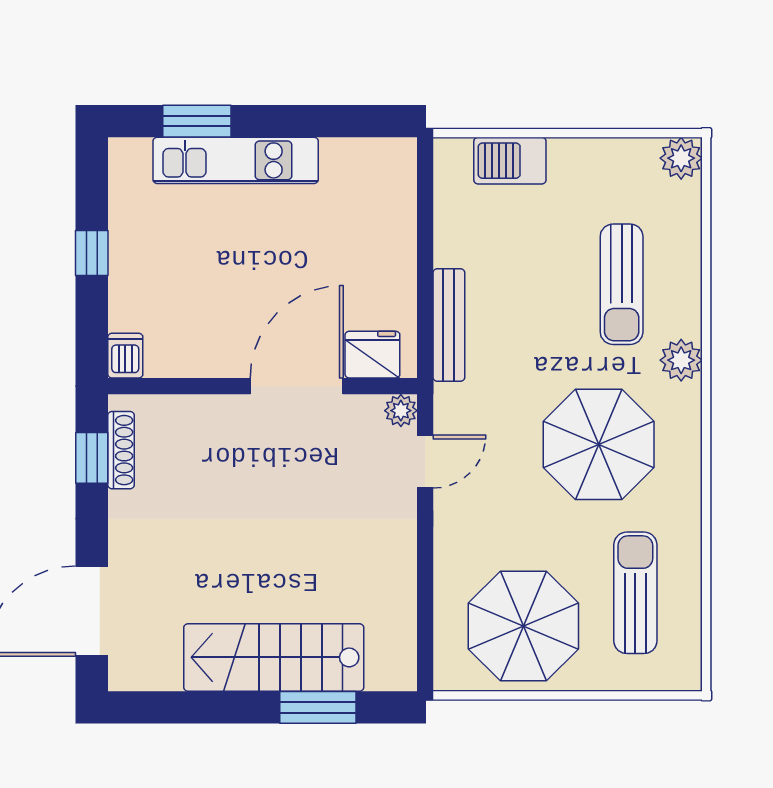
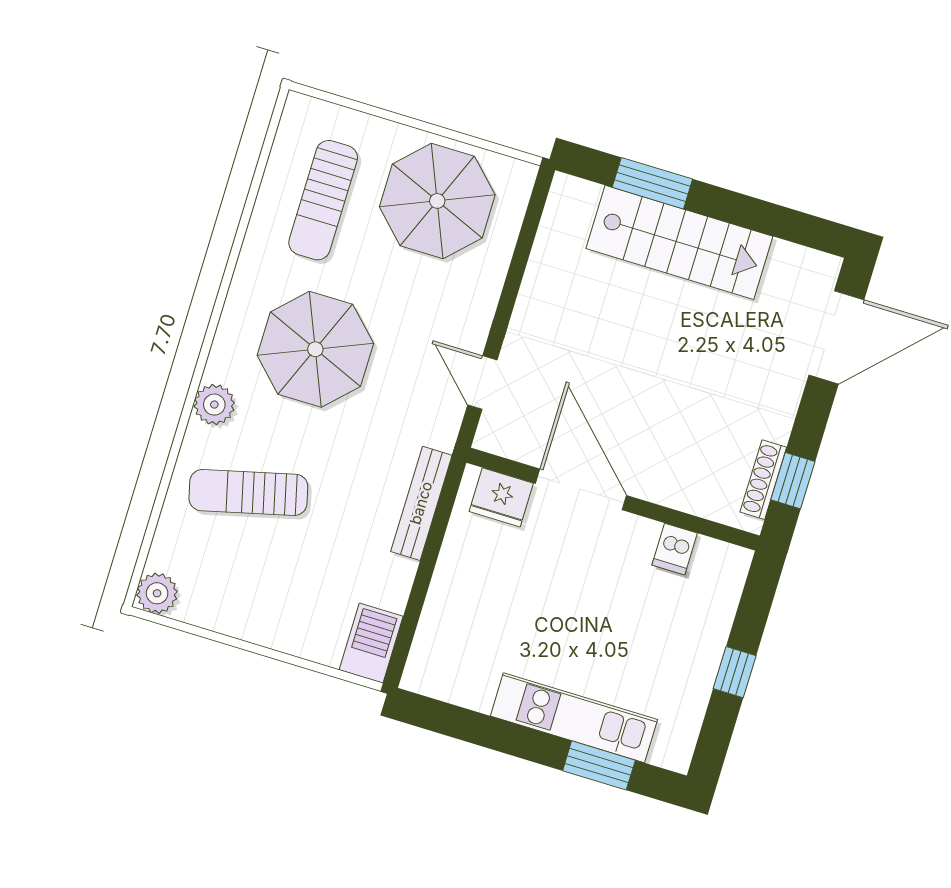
barbecue: (510, 161) -> (371, 643), moved, turned -90
sun lounger: (622, 284) -> (248, 492), turned -104
dishwasher: (125, 356) -> (675, 549), moved
door: (297, 386) -> (581, 489), swing flipped
plant: (401, 411) -> (491, 437), removed
door: (425, 462) -> (482, 382), hinge flipped

